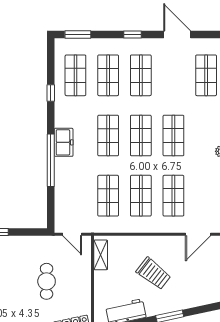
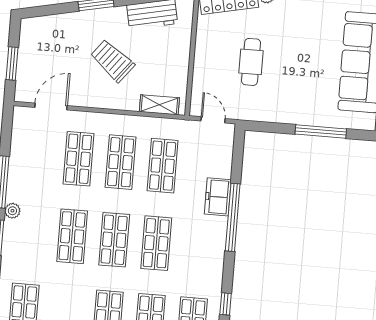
freezer: (64, 142) -> (218, 197), moved
shelving: (101, 255) -> (159, 105), moved, turned 90

